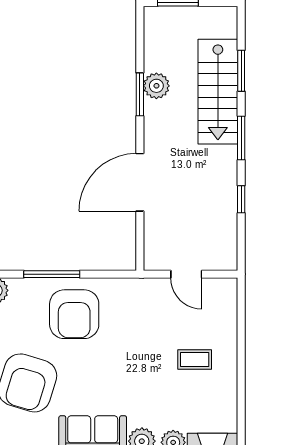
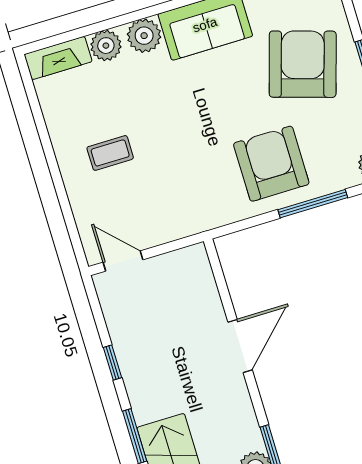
door: (140, 182) -> (240, 346), width x0.73
door: (186, 274) -> (123, 261), moved

